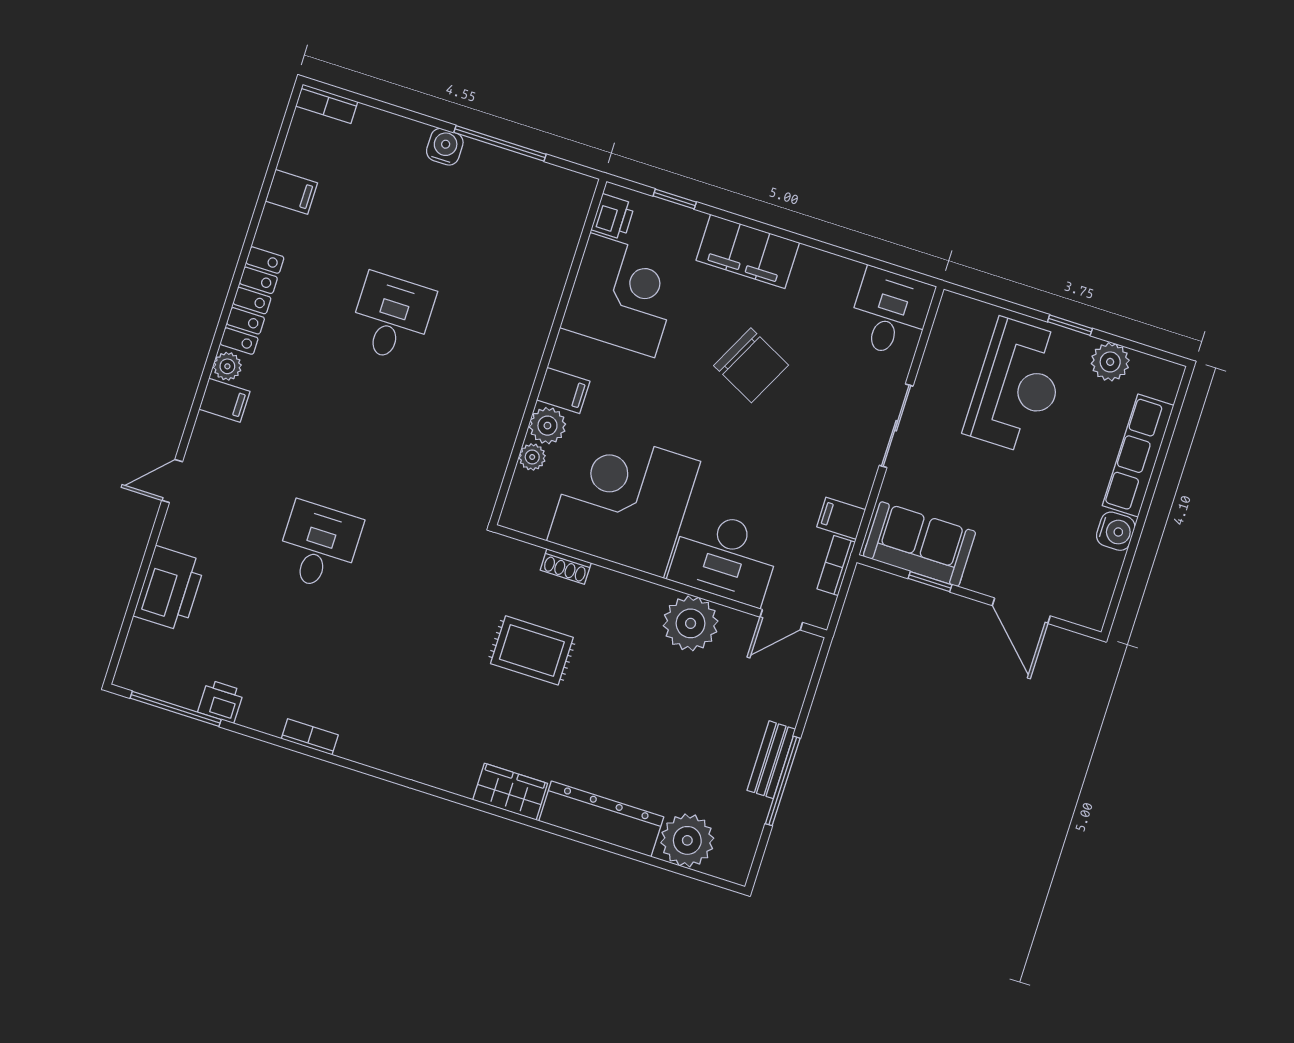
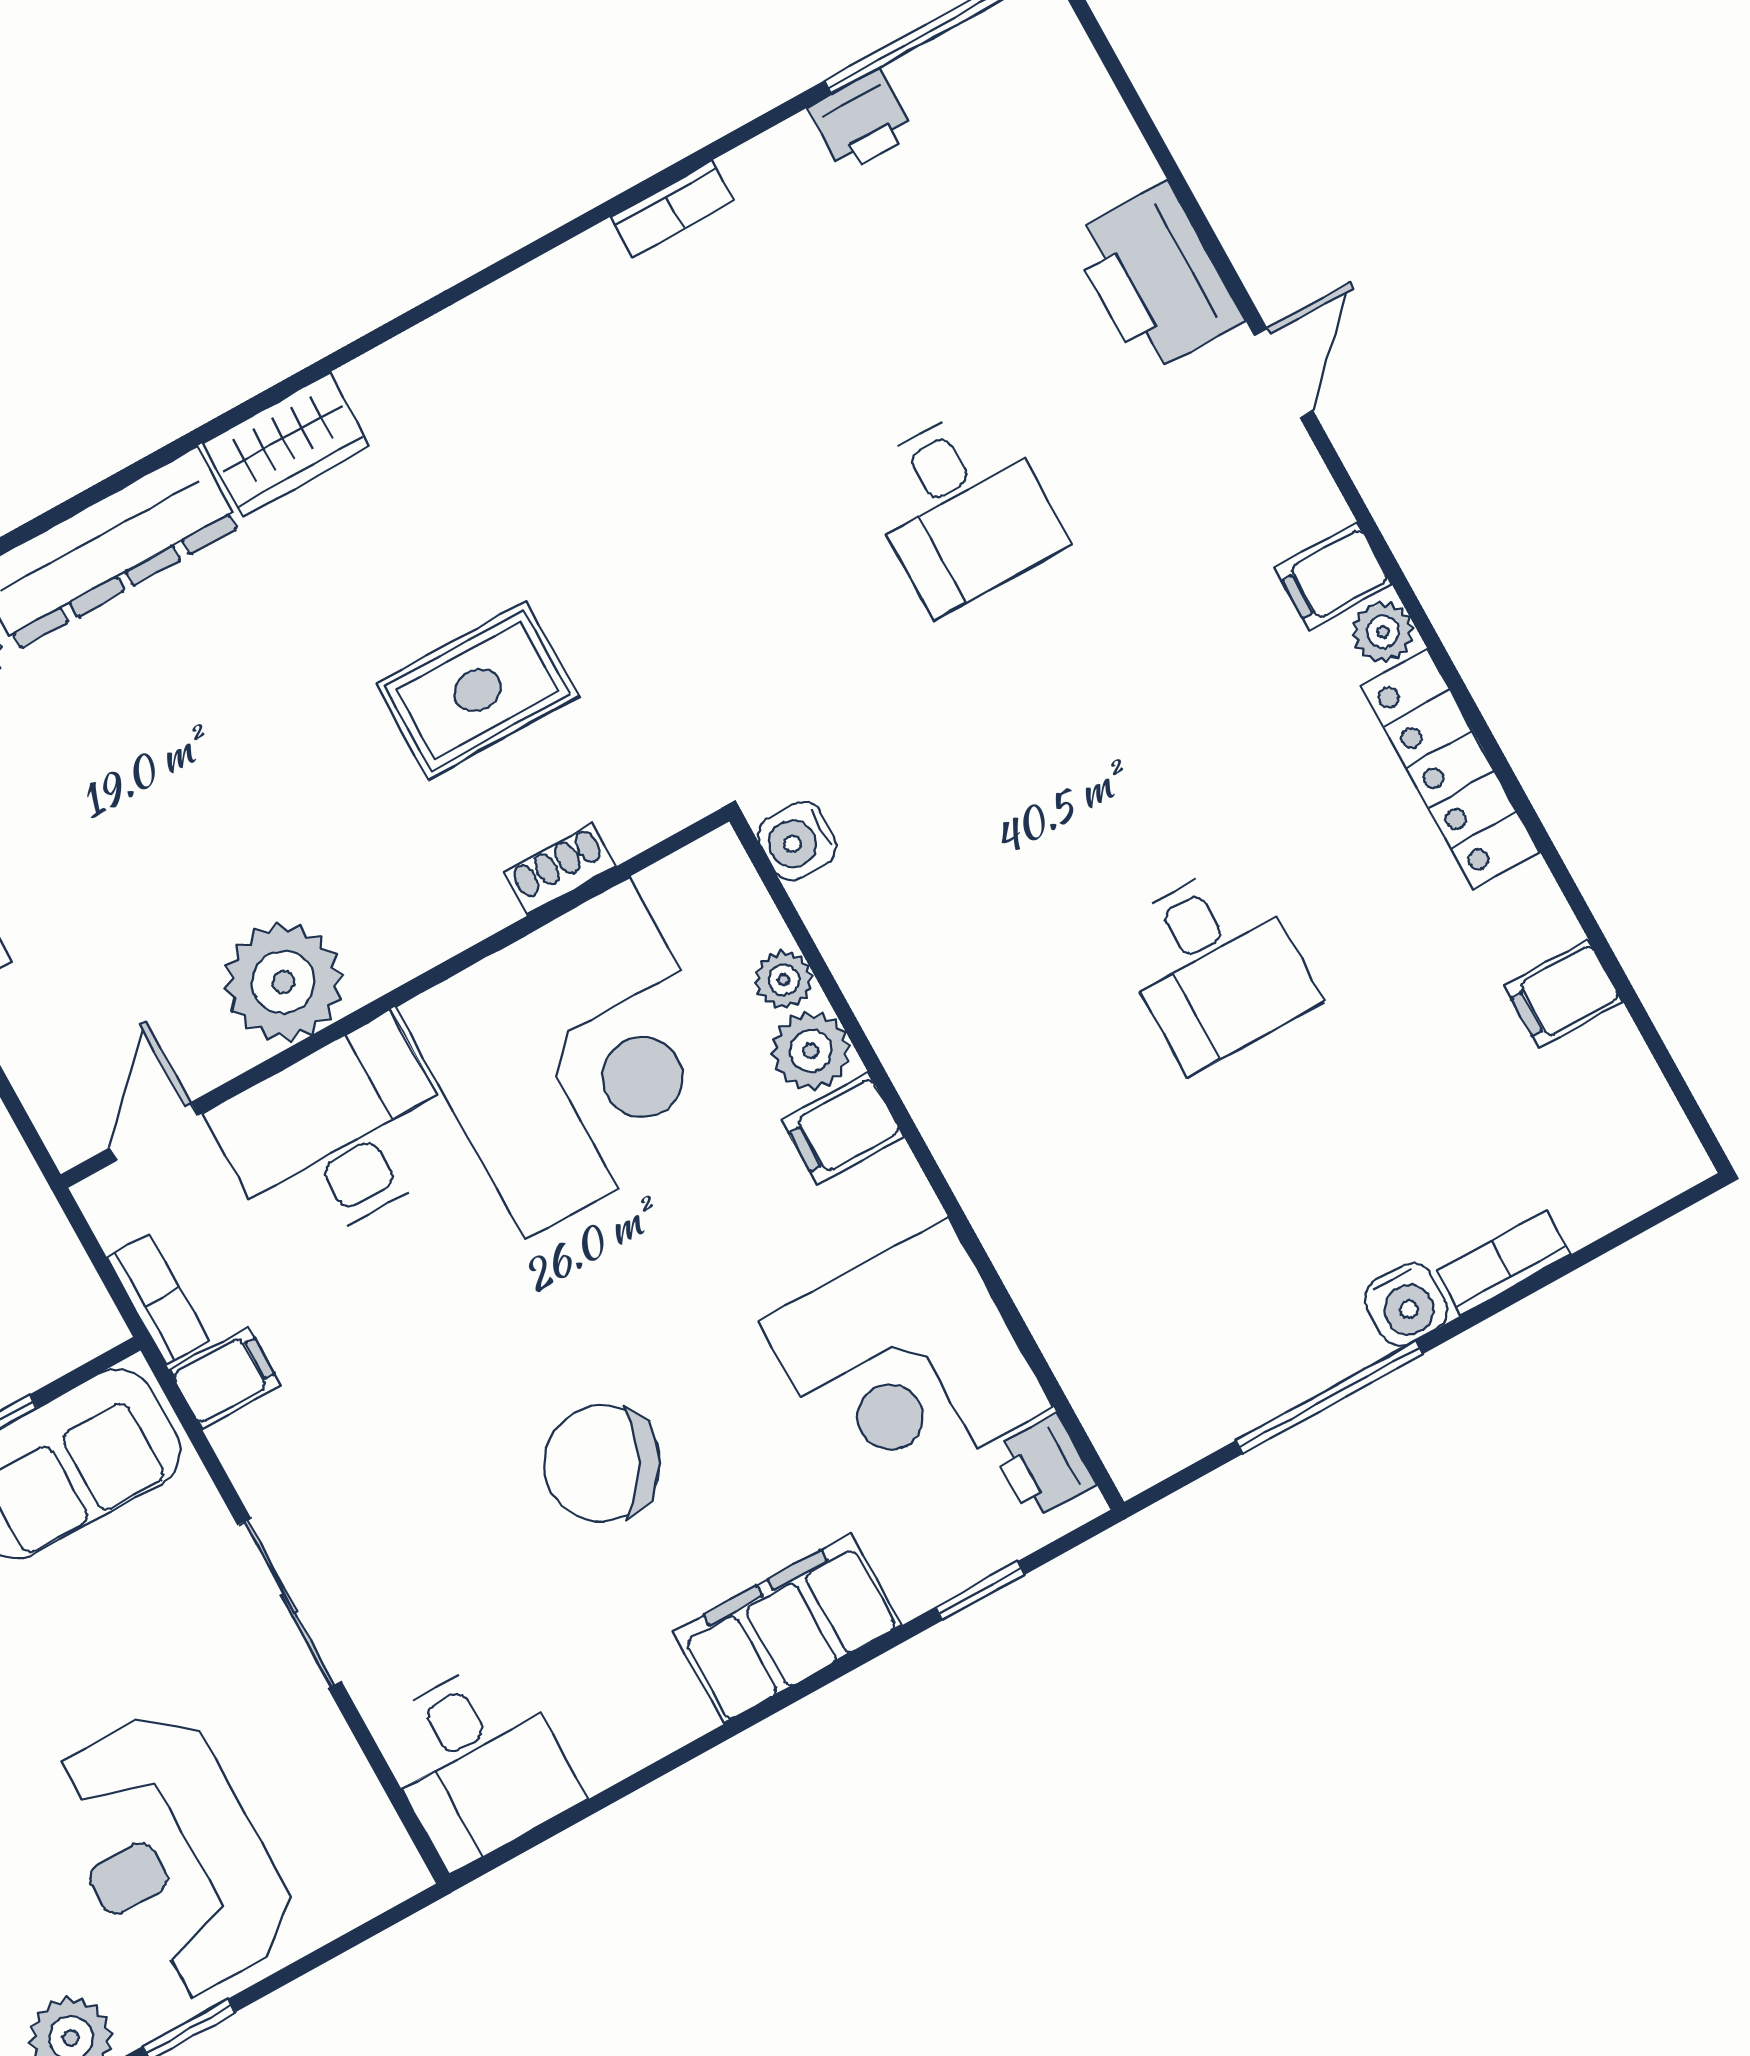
bookcase: (327, 104) -> (1504, 1263), moved
water cooler: (482, 496) -> (797, 841), added
printer: (170, 589) -> (1156, 278), moved

